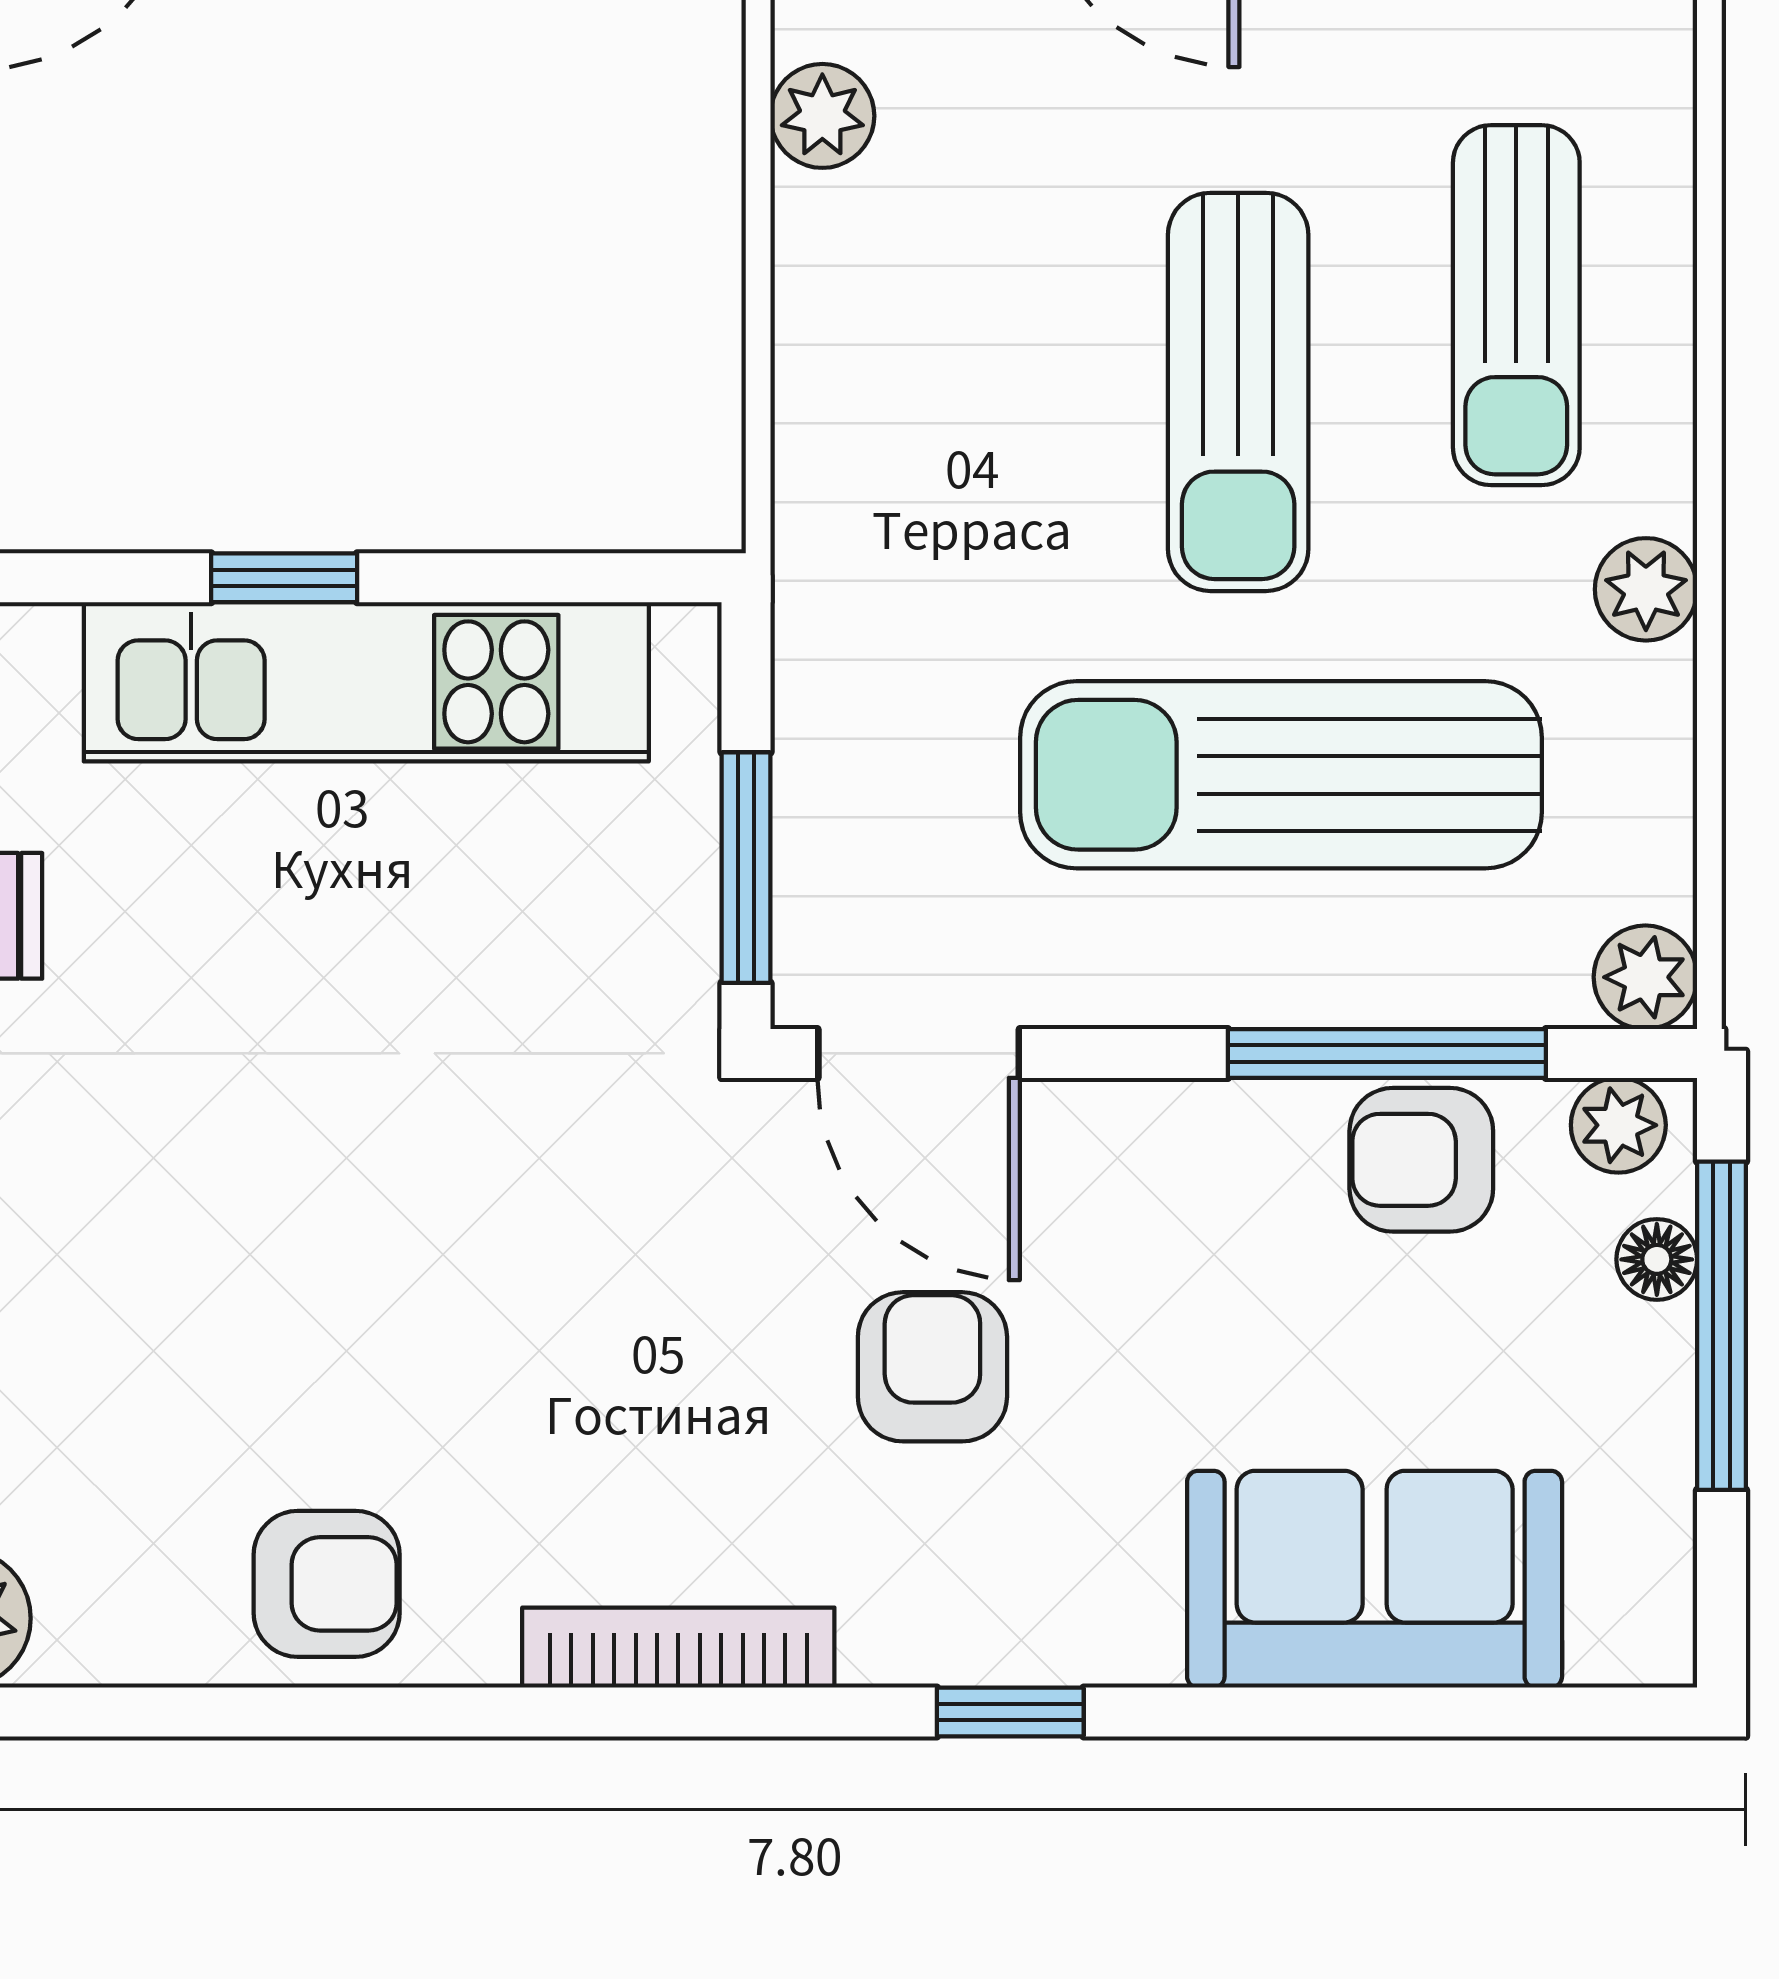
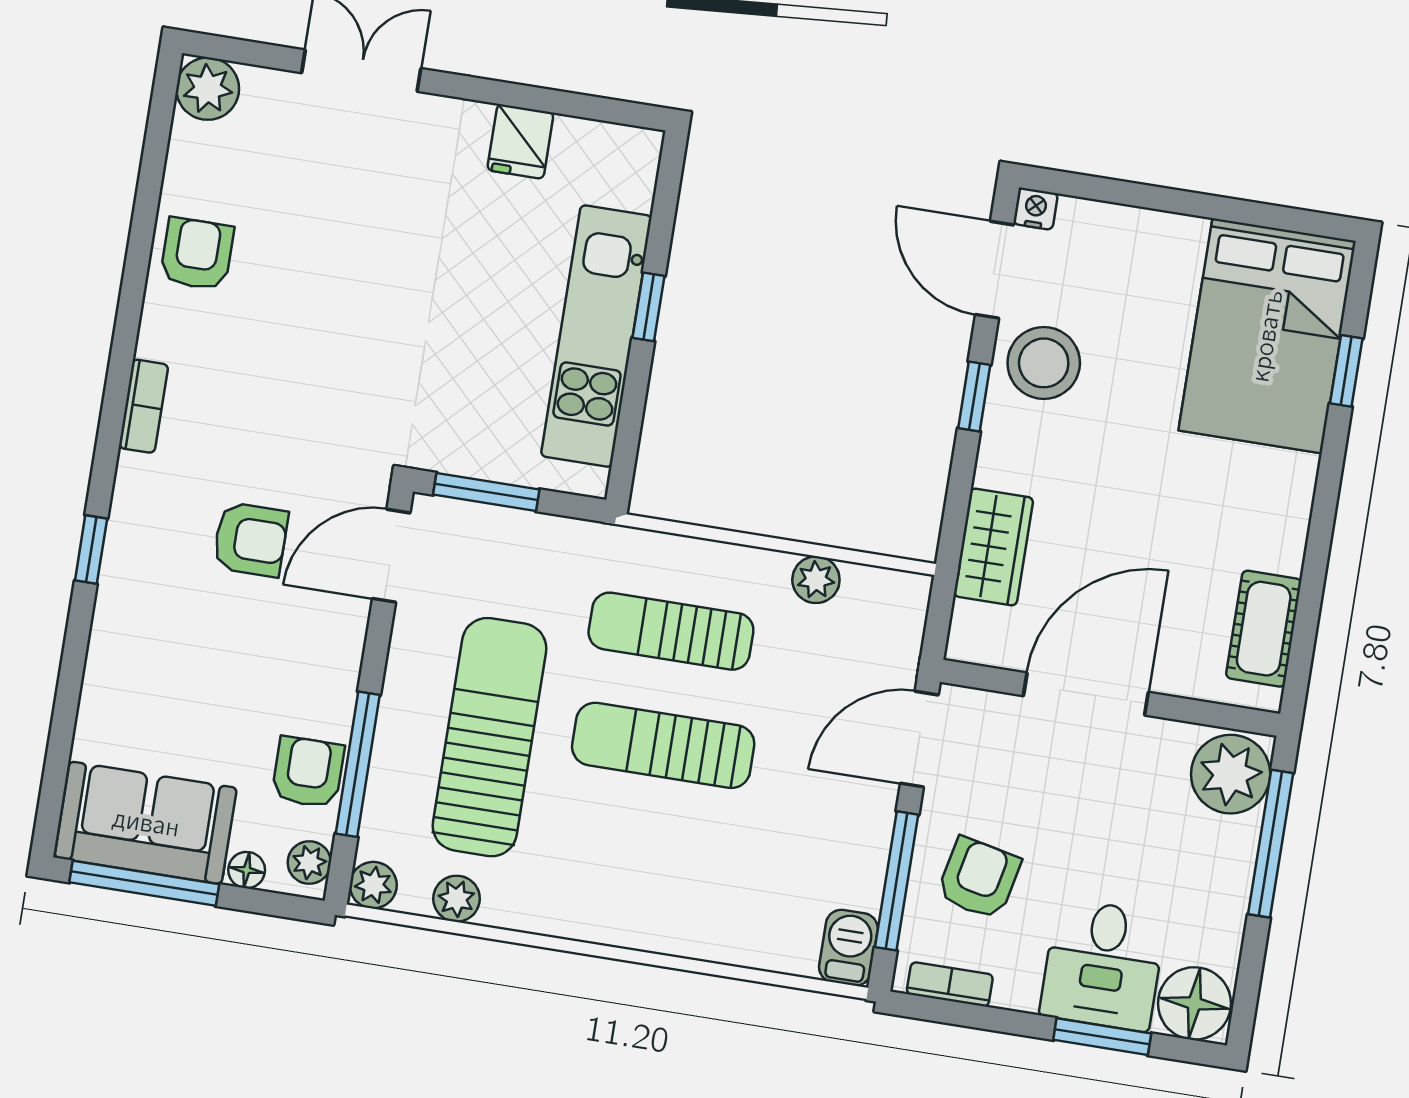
sun lounger: (1516, 305) -> (671, 631), moved
plant: (1646, 589) -> (457, 899), moved
window: (1722, 1326) -> (144, 883), moved
sofa: (1375, 1579) -> (146, 823), moved, turned -90
armchair: (327, 1584) -> (197, 254), turned 180
bookcase: (678, 1648) -> (143, 406), width x0.64

